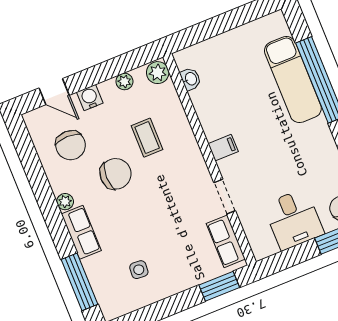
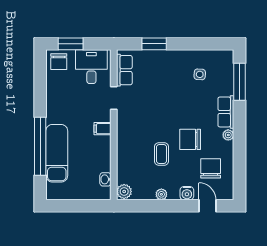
plant: (158, 73) -> (124, 191), moved
washbasin: (191, 79) -> (105, 179), moved
filing cabinet: (223, 148) -> (103, 129), moved
wall: (210, 159) -> (114, 125), moved
doorway: (225, 197) -> (114, 98), moved
row of seats: (226, 241) -> (124, 70), moved

